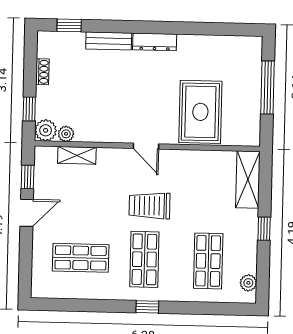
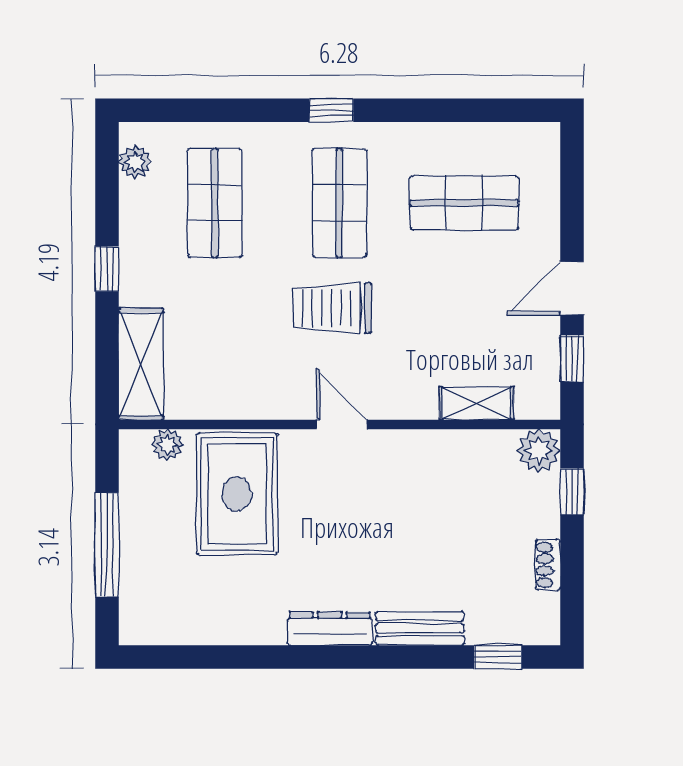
plant: (66, 134) -> (167, 445), moved
trolley: (150, 206) -> (332, 308), turned 180

